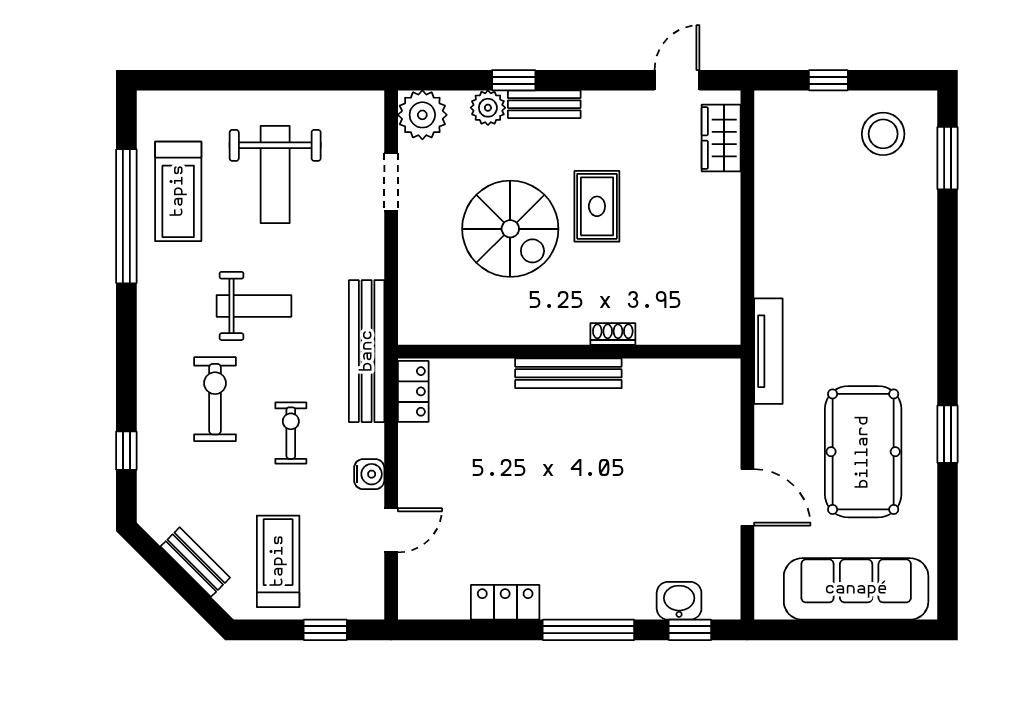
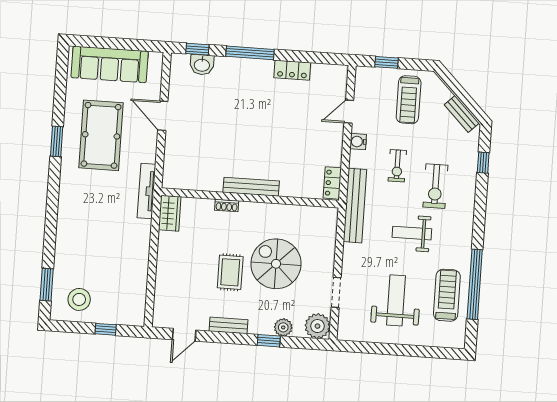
bench: (544, 104) -> (229, 325), moved
wardrobe: (721, 138) -> (170, 213), moved
bench: (195, 562) -> (462, 114), moved

